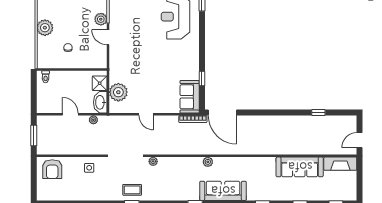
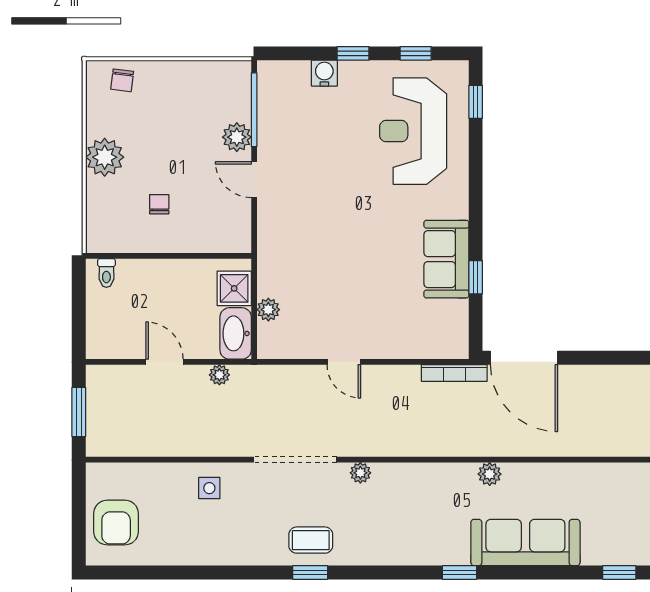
plant: (118, 92) -> (268, 310), width x0.53, depth x0.53
sofa: (190, 97) -> (446, 259), moved
armchair: (52, 169) -> (116, 523), moved

